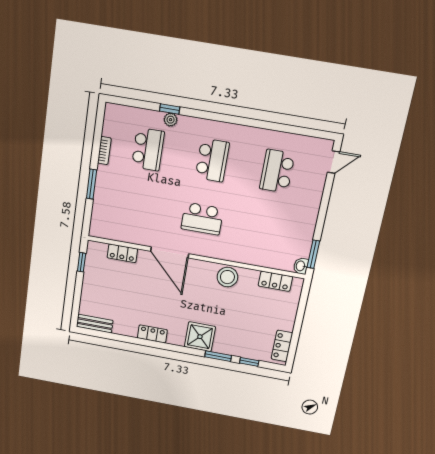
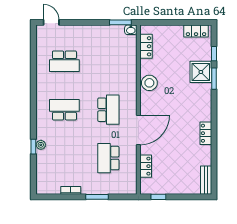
school desk: (148, 149) -> (108, 158), moved, turned -90
shower: (200, 337) -> (201, 72), moved

